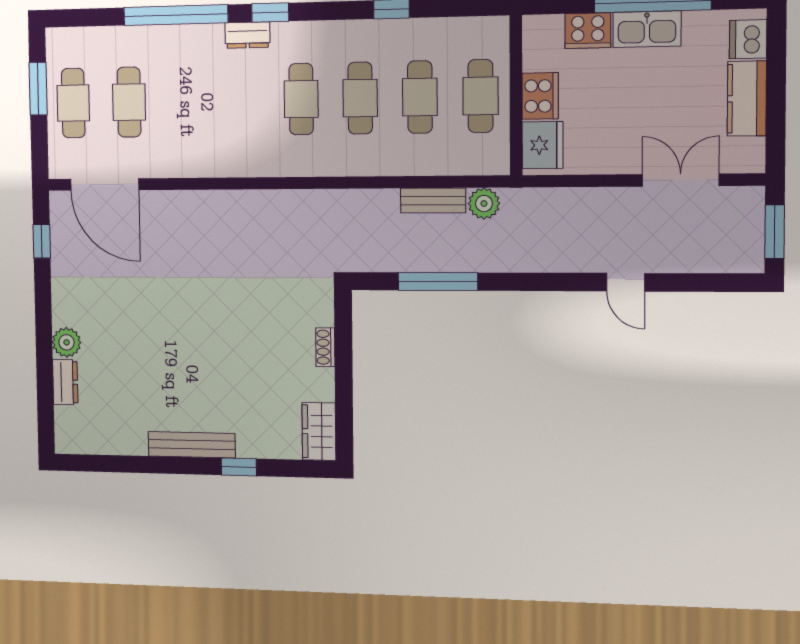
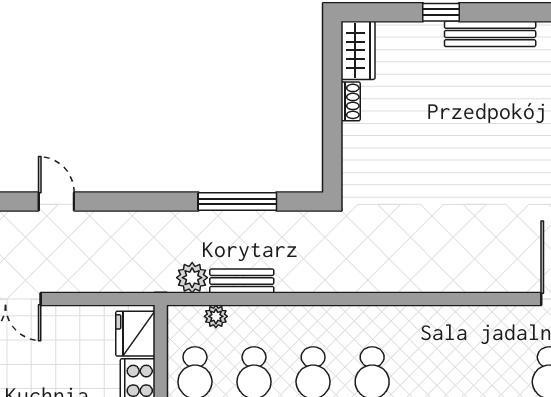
plant: (459, 164) -> (216, 316), added
shoe rack: (325, 347) -> (351, 101), moved

